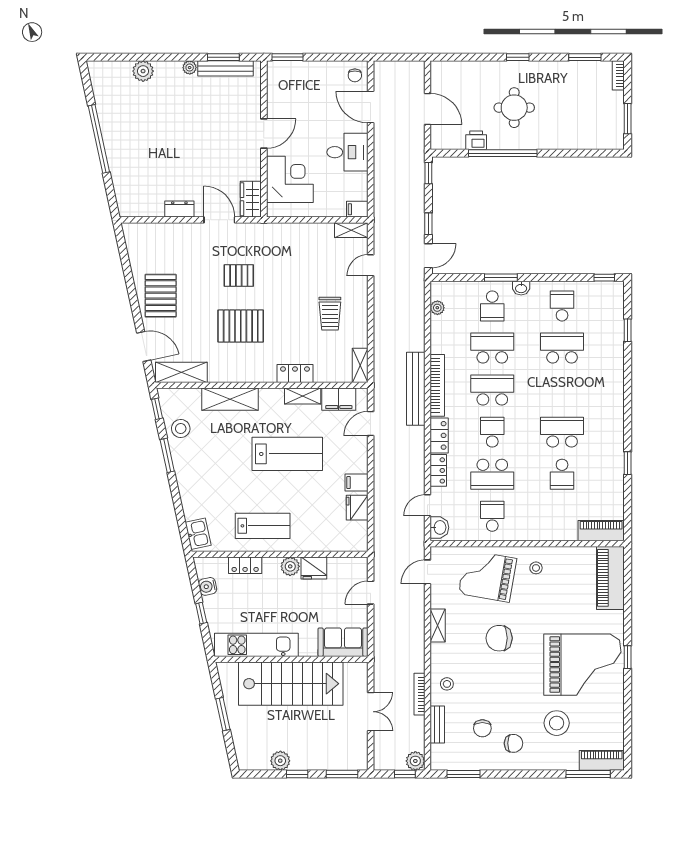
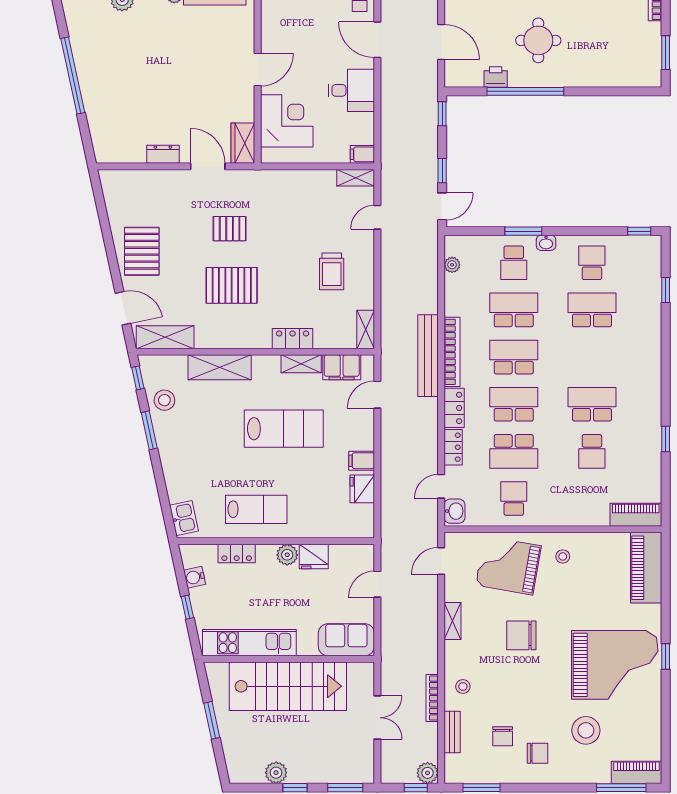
school desk: (492, 432) -> (514, 404), width x1.85

